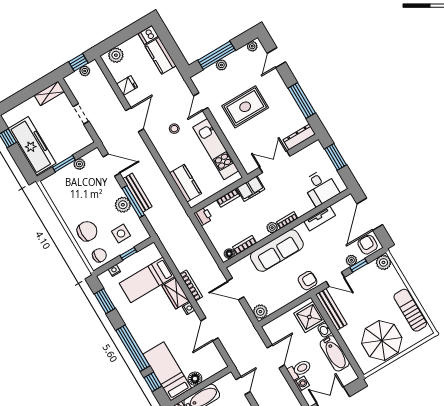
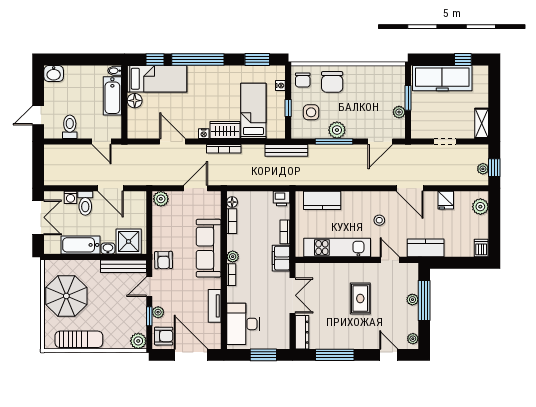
kitchen counter: (160, 56) -> (426, 248), moved
rug: (245, 107) -> (360, 298), width x0.73, depth x0.70
desk: (321, 188) -> (243, 324), width x1.37
bench: (137, 193) -> (286, 150), moved

